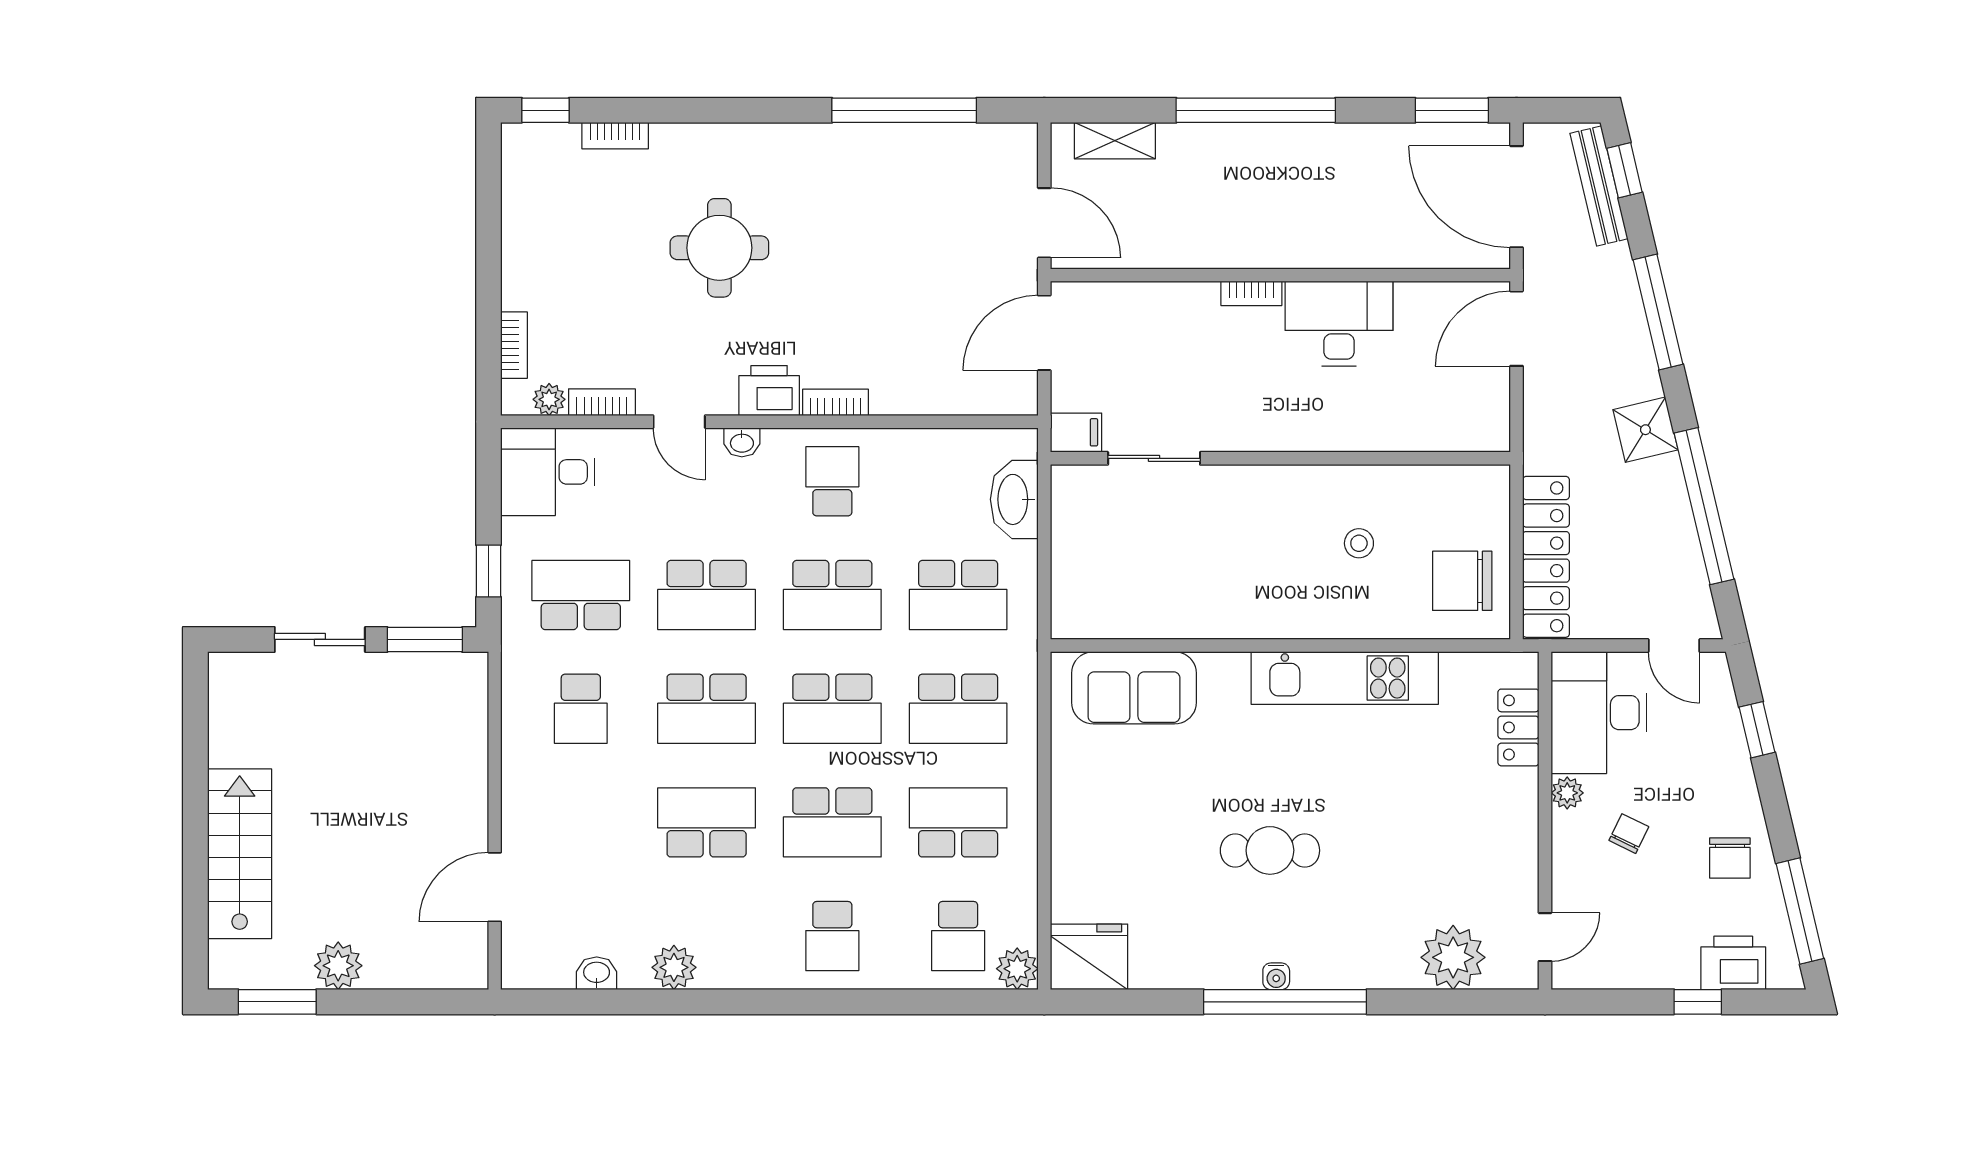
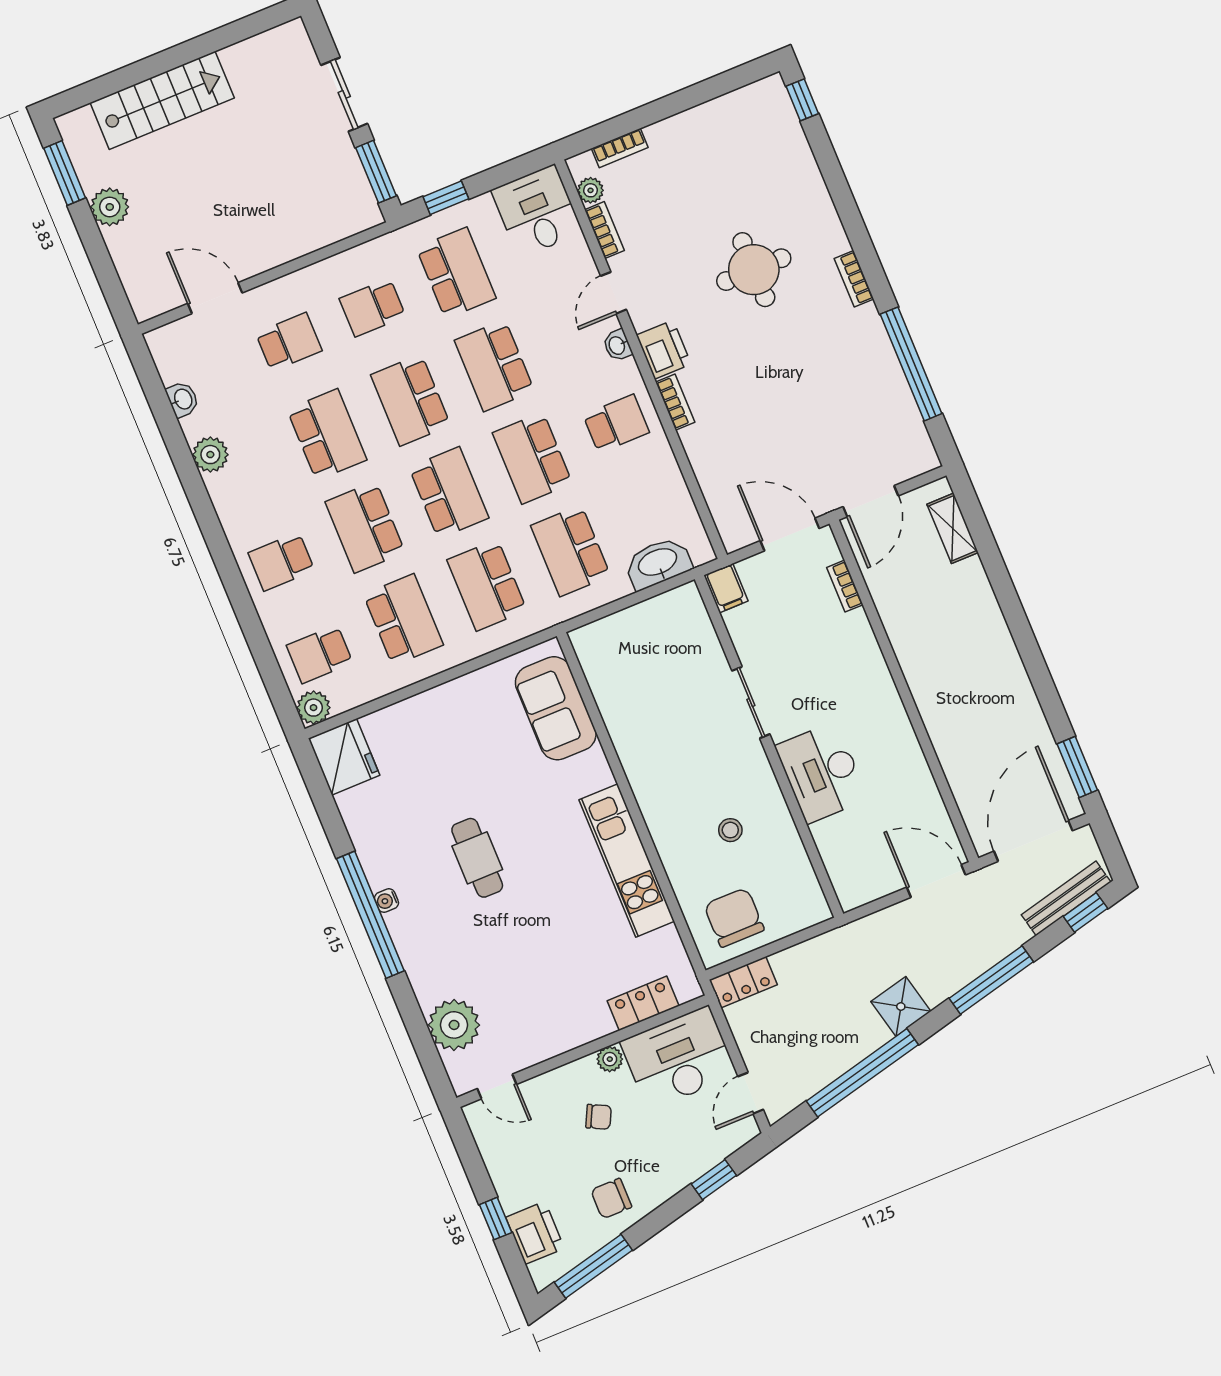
window: (1256, 110) -> (1018, 623), removed
bookcase: (615, 136) -> (854, 279), moved
bookcase: (1251, 293) -> (845, 586), moved
desk: (1339, 324) -> (822, 773), moved, turned 180
sliding door: (1154, 458) -> (751, 702), moved
locker: (1546, 557) -> (743, 982), width x0.46, depth x0.83
school desk: (832, 709) -> (449, 493), turned 180
school desk: (581, 822) -> (289, 342), added

